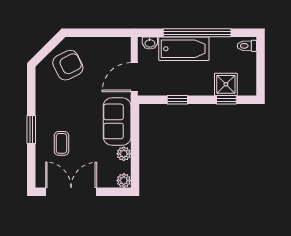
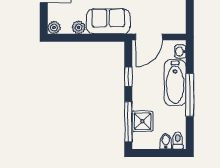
window: (197, 33) -> (190, 95), width x0.68
bidet: (248, 59) -> (166, 141), added
door: (134, 77) -> (149, 37), swing flipped
window: (226, 100) -> (128, 122), width x2.17

